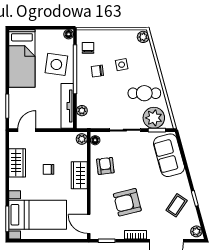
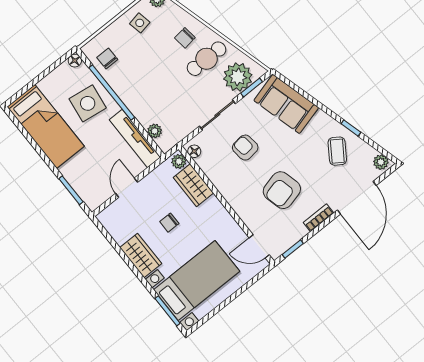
side table: (122, 65) -> (140, 23), moved
chair: (97, 71) -> (185, 38), moved
door: (27, 130) -> (127, 188), moved
wardrobe: (17, 163) -> (141, 256), moved
armchair: (105, 166) -> (245, 148), moved
wardrobe: (79, 175) -> (193, 185), moved

